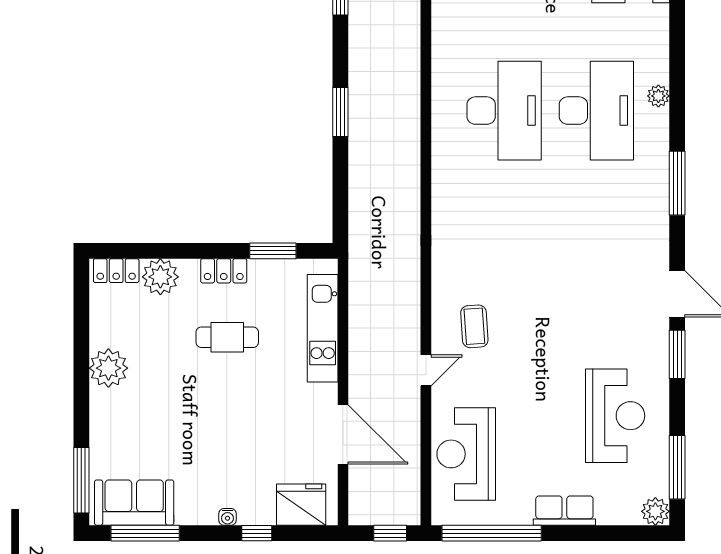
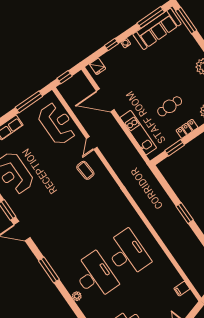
desk: (504, 111) -> (127, 253), turned 180
desk: (596, 111) -> (95, 276), turned 180
sofa: (134, 503) -> (157, 29), width x1.36
fridge: (301, 505) -> (98, 66), width x0.53, depth x0.75
window: (492, 533) -> (29, 102), width x0.68

